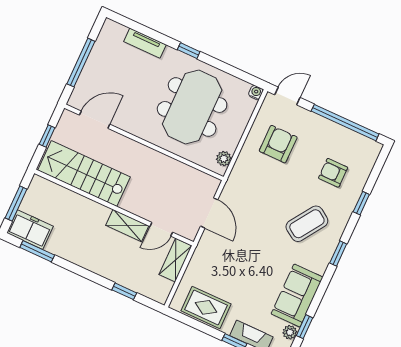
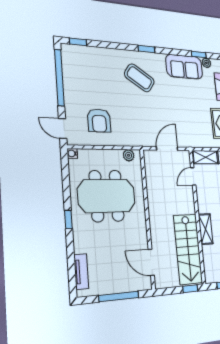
tv unit: (145, 43) -> (81, 272), moved
window: (47, 136) -> (190, 289), moved
armchair: (278, 144) -> (99, 121), turned -90
armchair: (333, 173) -> (98, 73), removed
window: (361, 203) -> (78, 42), moved
shelving: (127, 226) -> (206, 229), moved
door: (161, 229) -> (193, 176), swing flipped

